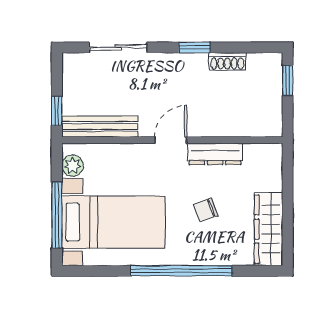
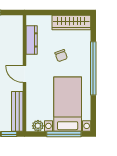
dresser: (215, 154) -> (32, 40), moved

